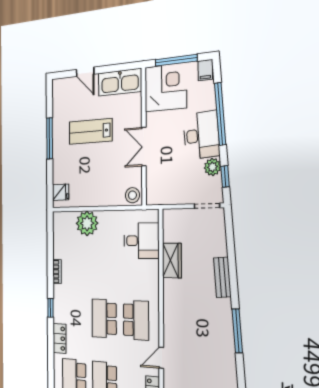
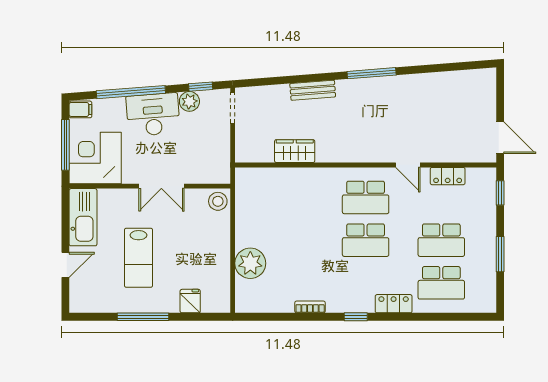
fridge: (61, 192) -> (190, 301), moved
desk: (141, 241) -> (272, 190), removed
school desk: (136, 320) -> (366, 197), turned 180

